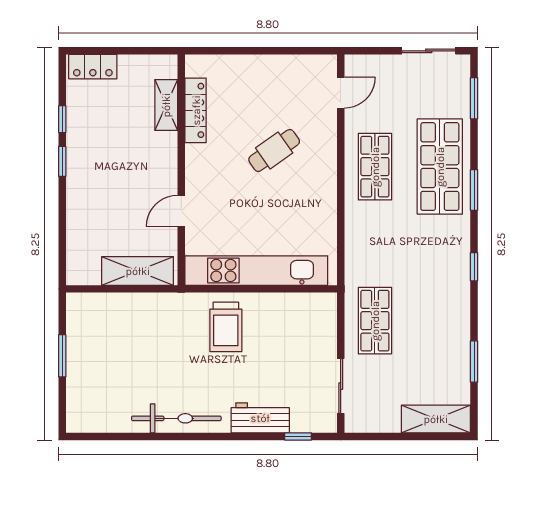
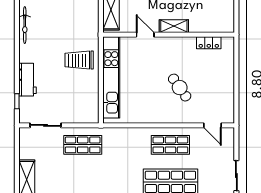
shelving: (166, 105) -> (174, 26), moved
locker: (196, 110) -> (209, 43), width x0.66
bicycle: (176, 418) -> (25, 25), width x0.73, depth x0.71

